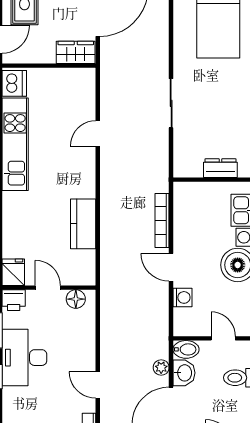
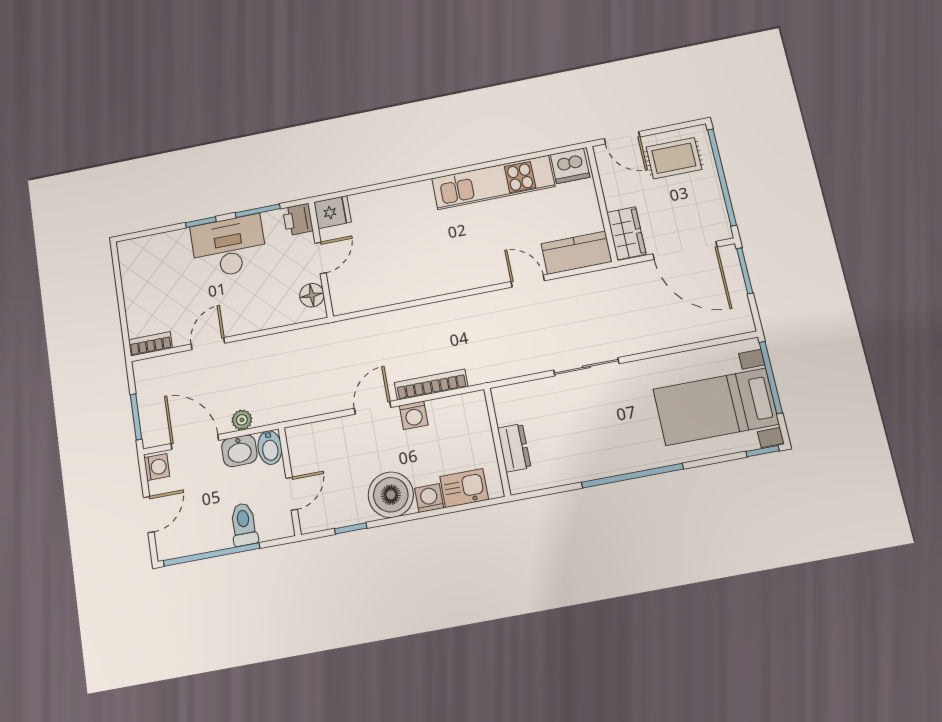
kitchen counter: (83, 224) -> (576, 253), moved
washing machine: (182, 297) -> (414, 415), moved

